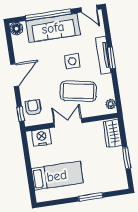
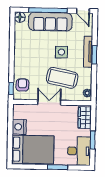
door: (15, 75) -> (12, 55), removed
nightstand: (42, 137) -> (19, 127), moved, turned -90
desk: (113, 174) -> (79, 151), added
bed: (57, 176) -> (33, 150), width x1.50

